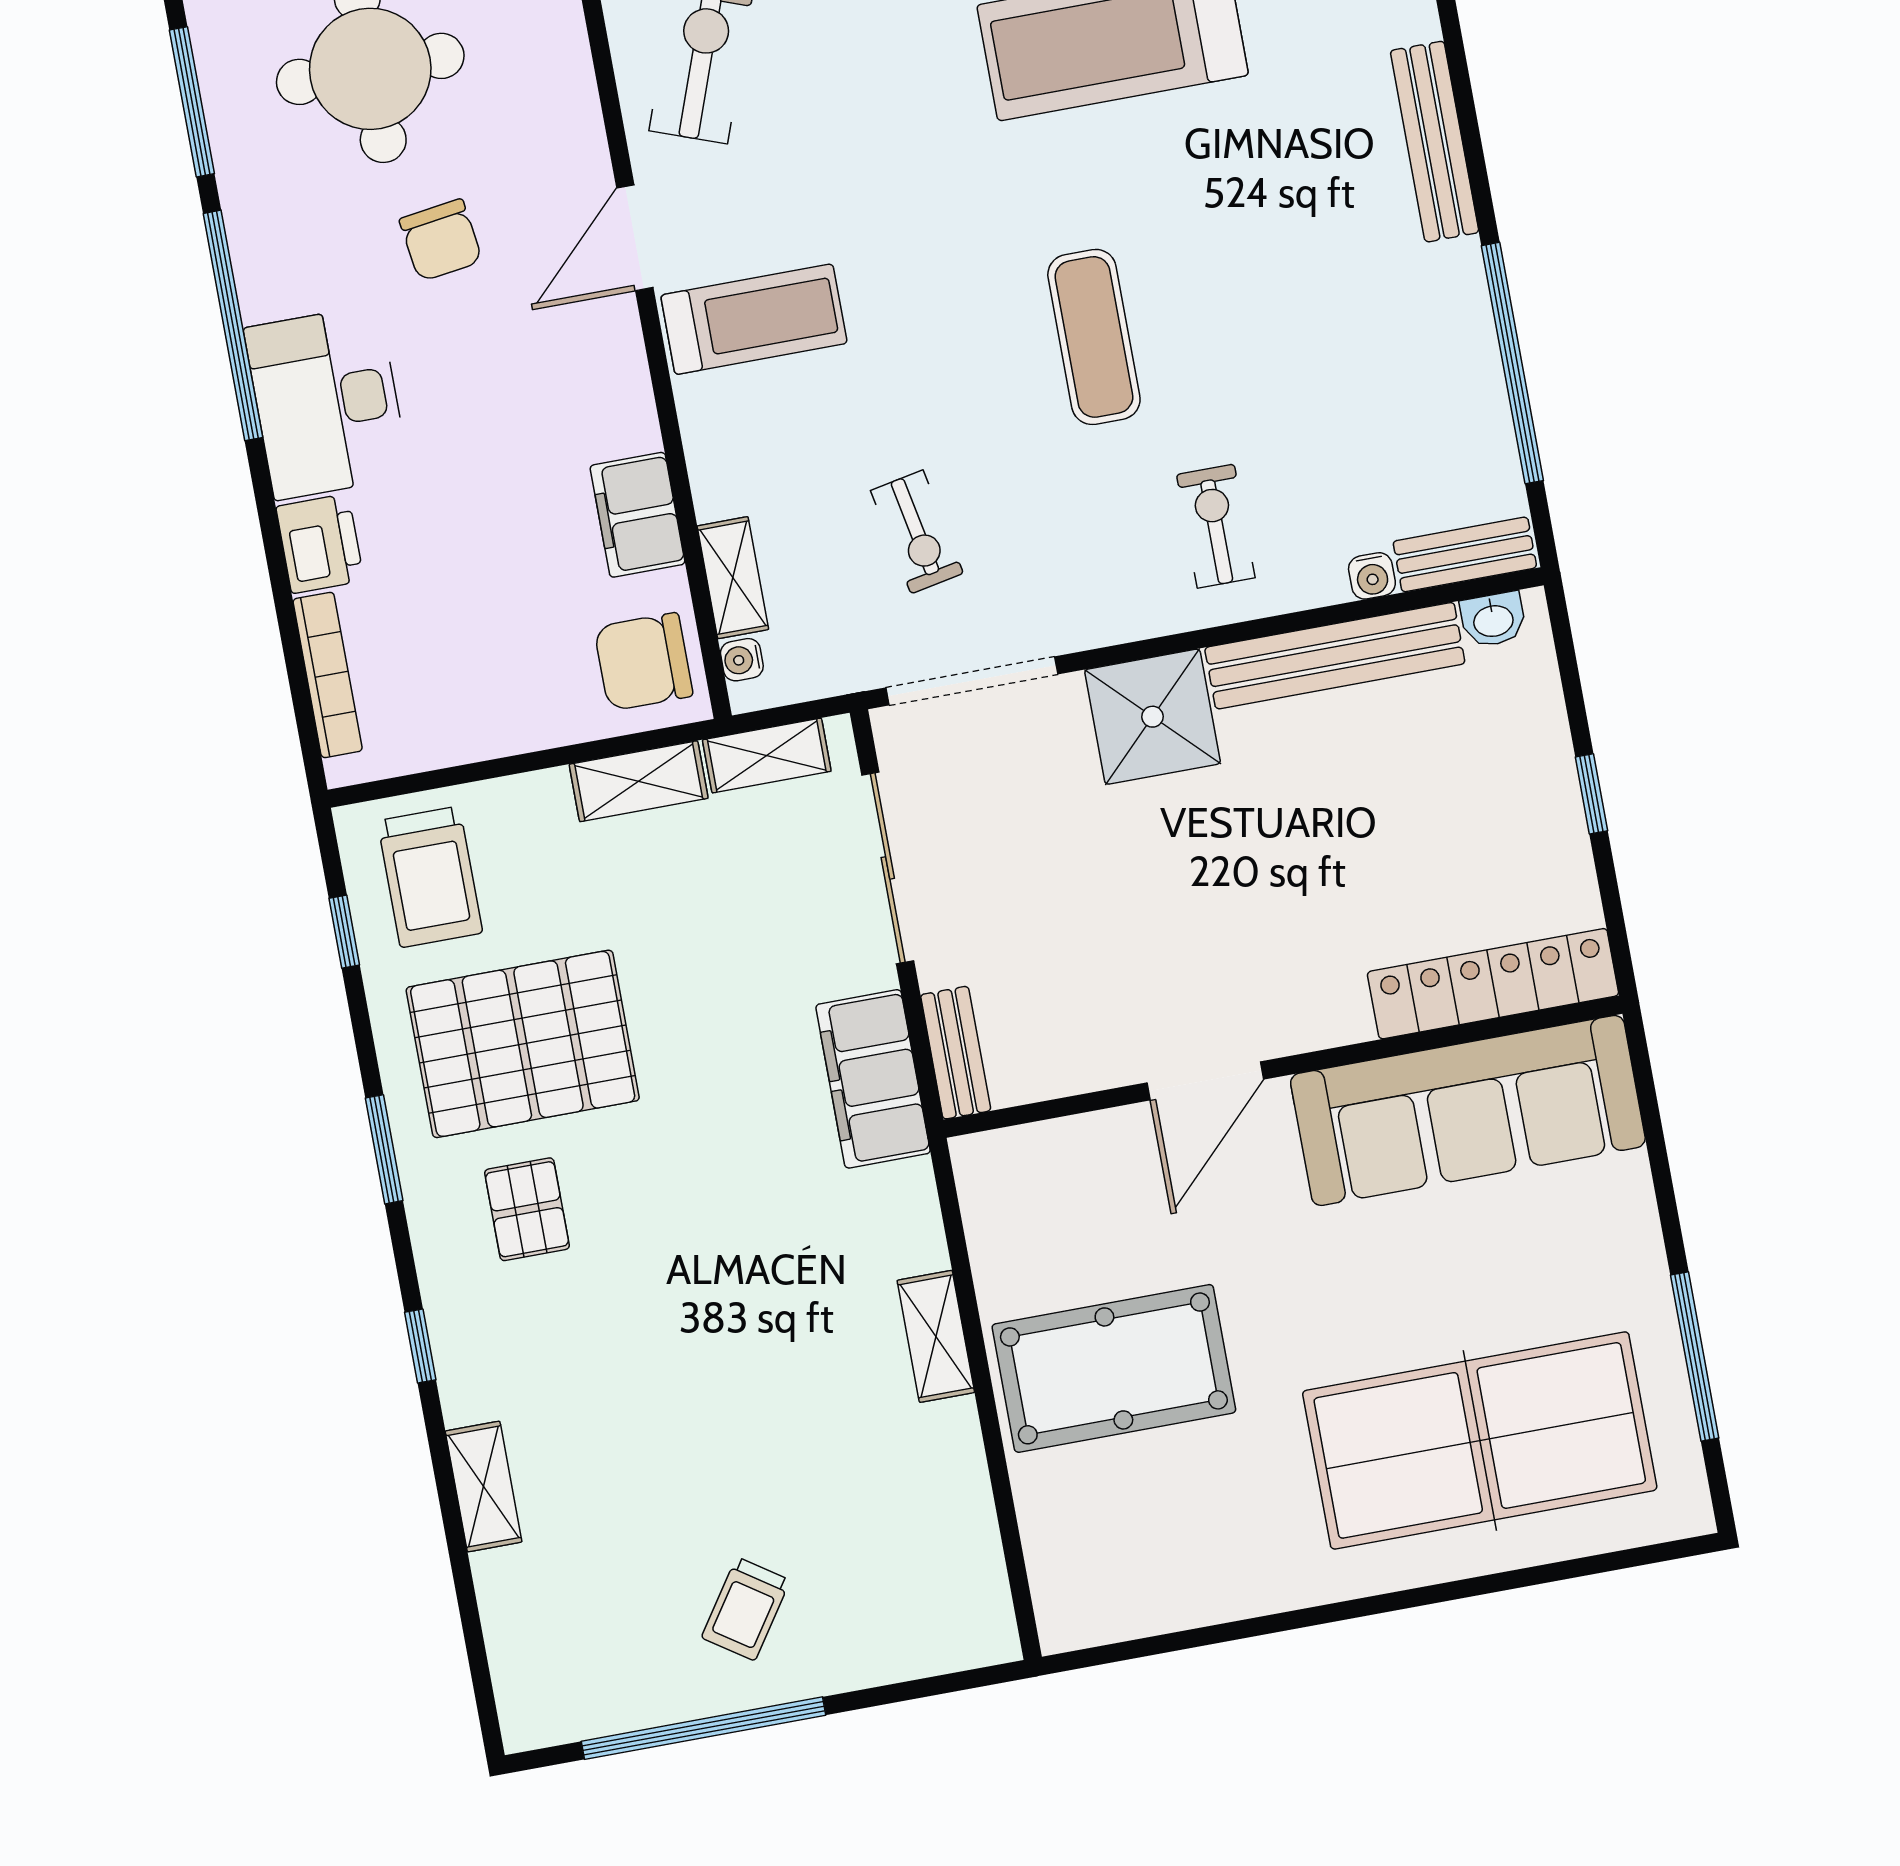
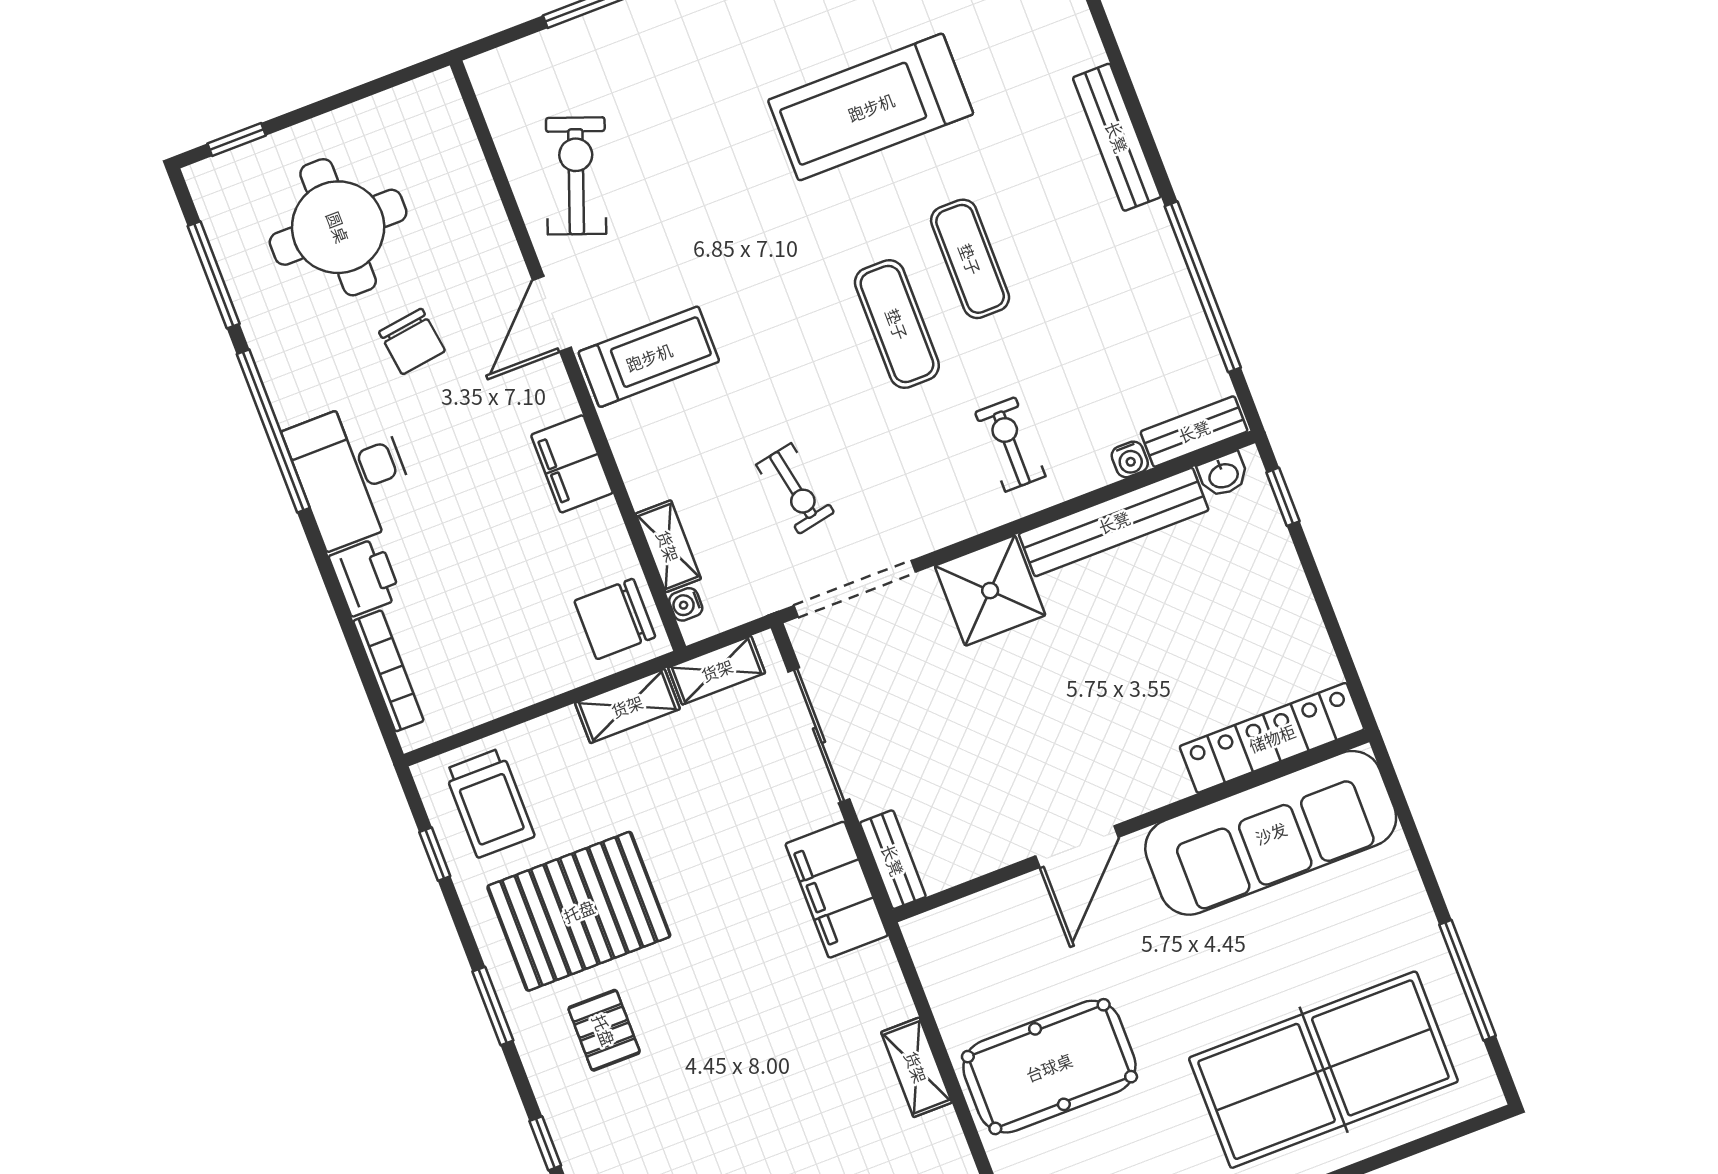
exercise mat: (1208, 268) -> (970, 259), added
filing cabinet: (638, 515) -> (572, 464), moved
window: (1591, 794) -> (1283, 497), moved

